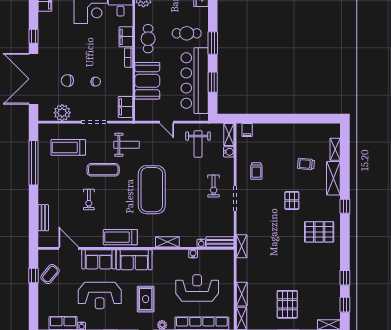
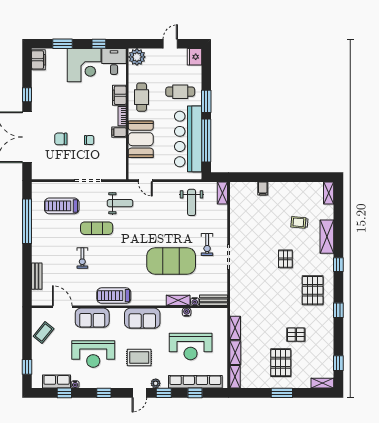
window: (213, 82) -> (206, 141), width x2.11
filing cabinet: (125, 107) -> (119, 132), moved, width x0.50
plant: (62, 113) -> (56, 171), removed
door: (167, 122) -> (145, 181), moved
filing cabinet: (247, 130) -> (263, 188), moved
shelving: (335, 149) -> (329, 193), moved
water cooler: (229, 152) -> (222, 210), removed
trolley: (256, 171) -> (250, 229), removed
exercise mat: (152, 190) -> (171, 261), moved, turned 90
pallet: (319, 232) -> (313, 290), turned 90
shelving: (167, 242) -> (178, 300), moved
shelving: (242, 246) -> (235, 328), moved
sofa: (134, 260) -> (142, 318), moved
window: (33, 276) -> (27, 367), moved
pallet: (302, 276) -> (296, 335), added
window: (345, 278) -> (338, 310), moved
reception desk: (197, 288) -> (191, 347), turned 180
rug: (146, 299) -> (139, 358), turned 90

